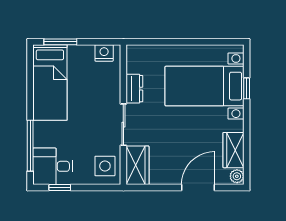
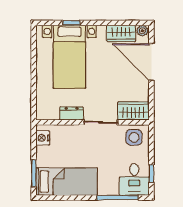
door: (198, 187) -> (151, 62), width x1.36

